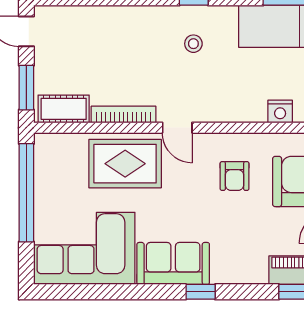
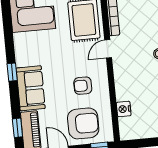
sofa: (173, 263) -> (31, 88), moved

